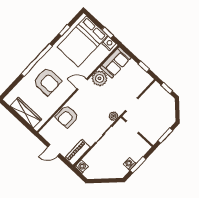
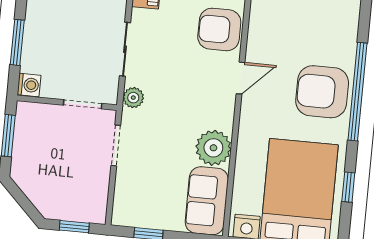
armchair: (47, 81) -> (322, 92), moved
door: (82, 84) -> (241, 78), moved
armchair: (67, 117) -> (219, 29), turned -90
washing machine: (130, 164) -> (29, 85), moved

